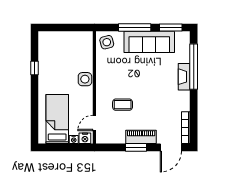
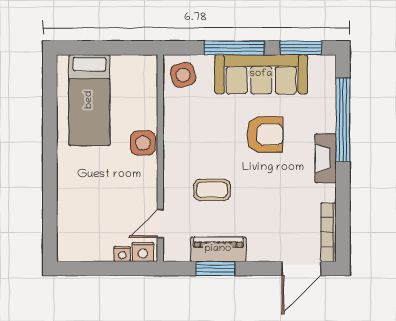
window: (34, 68) -> (50, 123), removed
armchair: (151, 75) -> (265, 134), added
fireplace: (184, 77) -> (326, 158), moved
bed: (57, 119) -> (89, 100), moved, turned 180
piano: (141, 137) -> (218, 249), moved
window: (136, 147) -> (216, 268), moved

